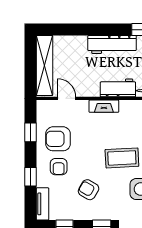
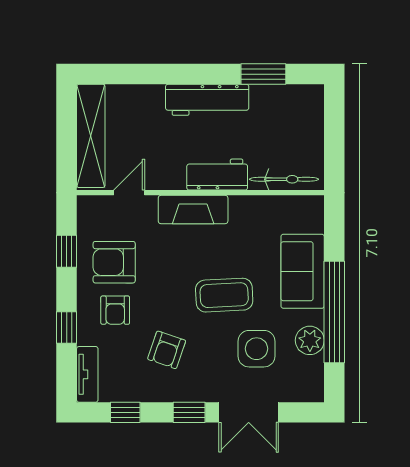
door: (67, 98) -> (129, 193), hinge flipped
fireplace: (104, 106) -> (193, 210), width x1.37, depth x1.32
armchair: (89, 190) -> (167, 350), turned -101

